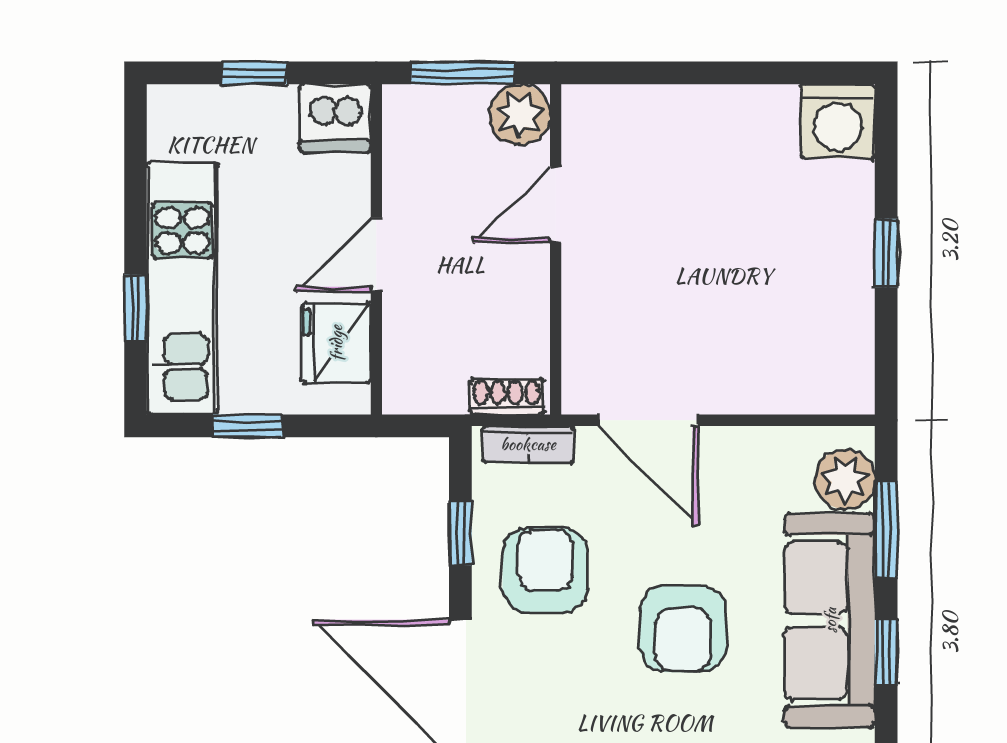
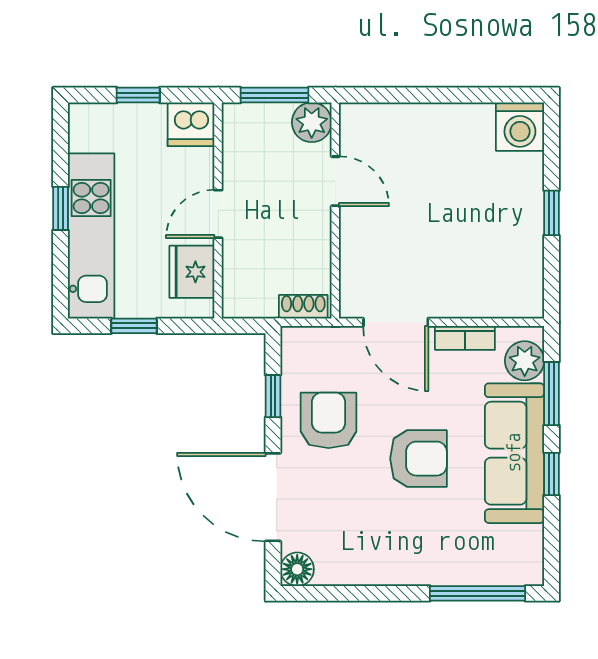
door: (556, 205) -> (335, 181), swing flipped
window: (135, 308) -> (61, 208), moved
bookcase: (528, 444) -> (465, 338), moved
armchair: (683, 629) -> (418, 459), turned -90

